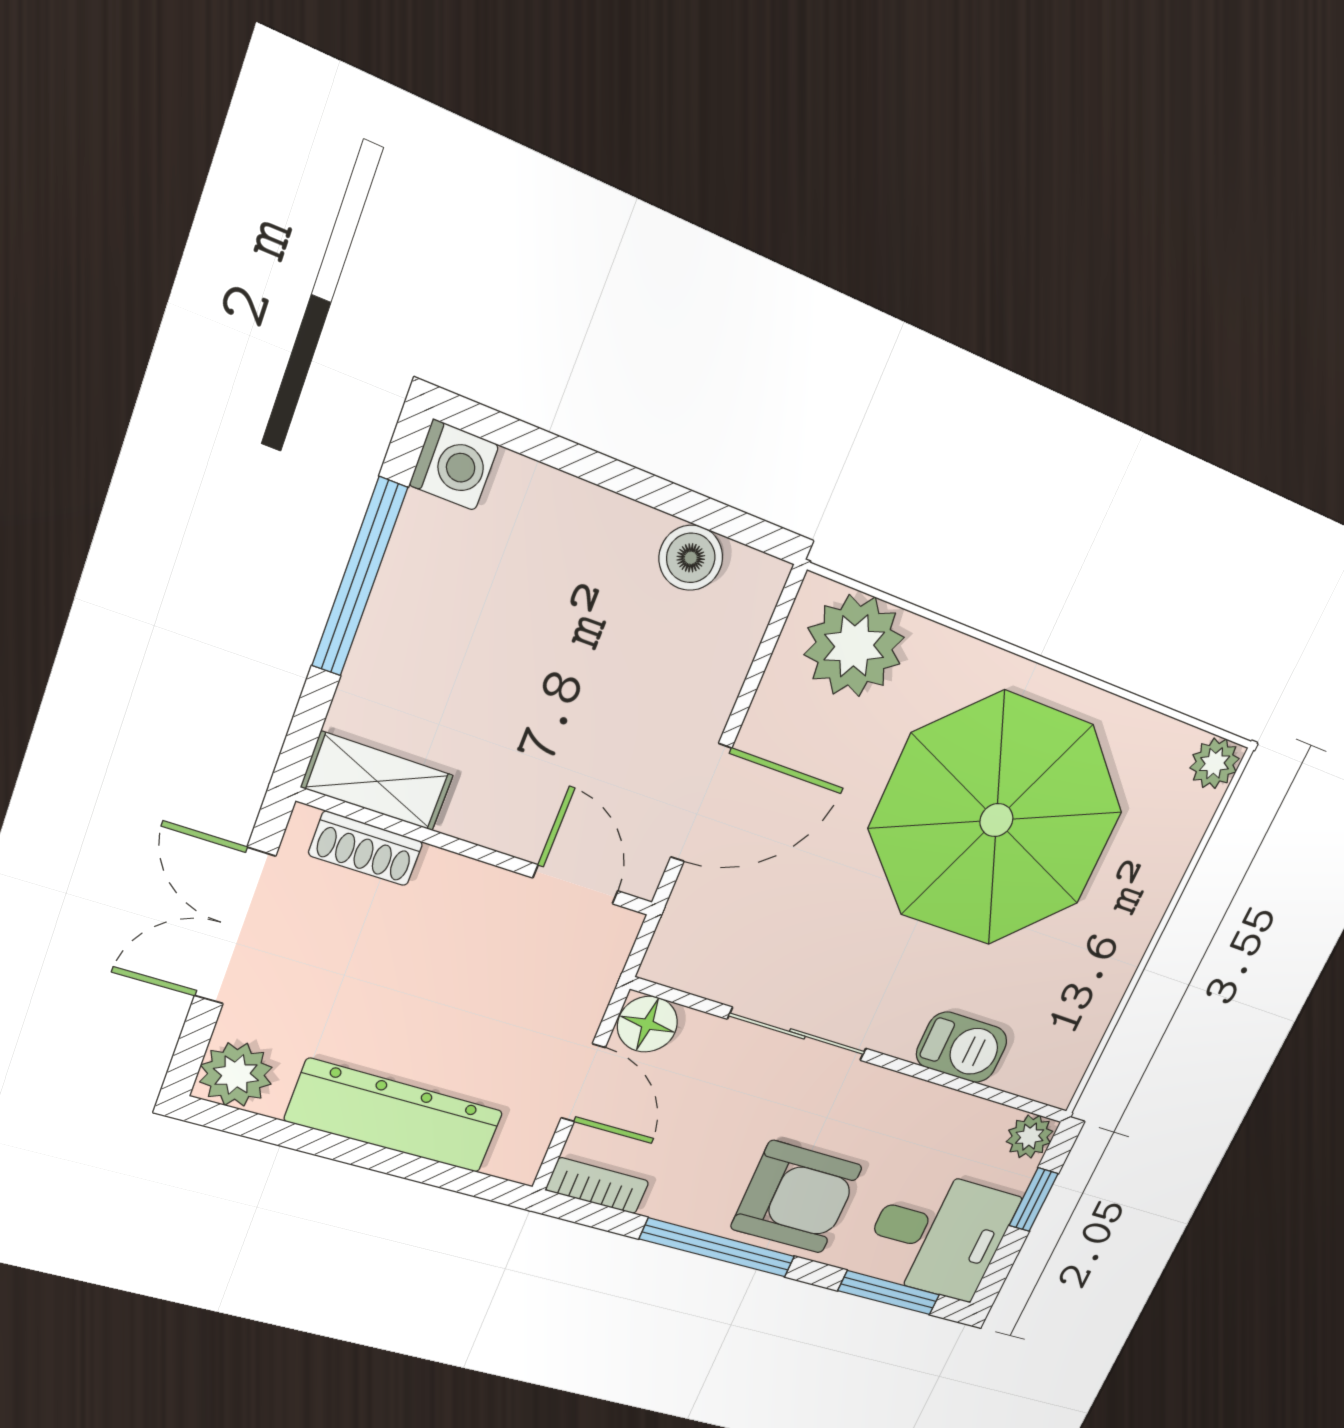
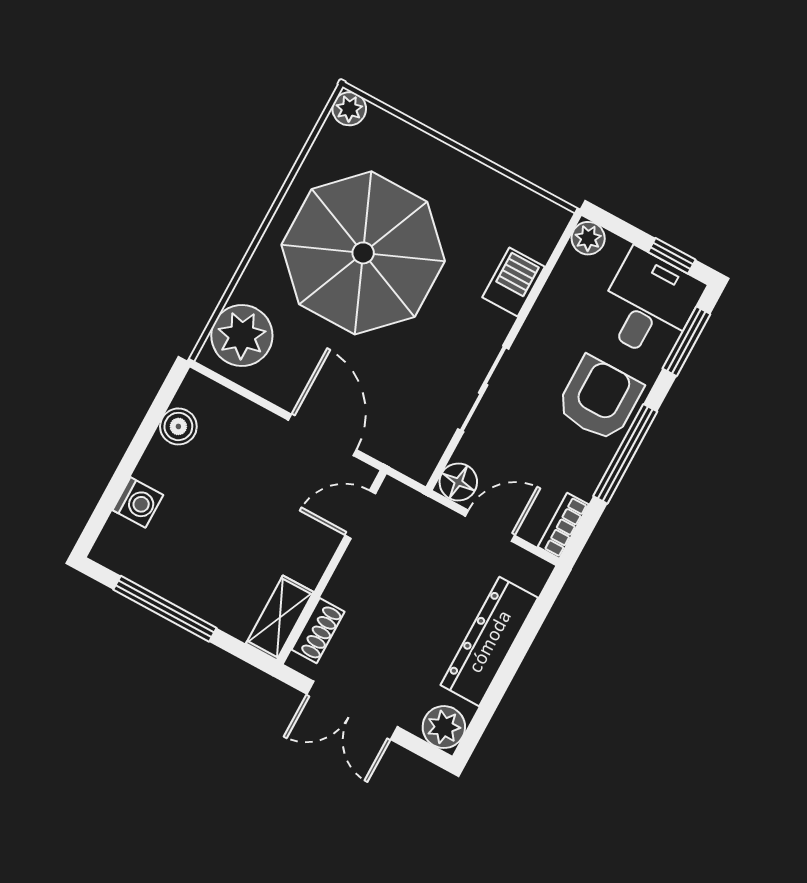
washing machine: (454, 465) -> (138, 503), moved, turned 90
window: (1034, 1200) -> (672, 256), moved

